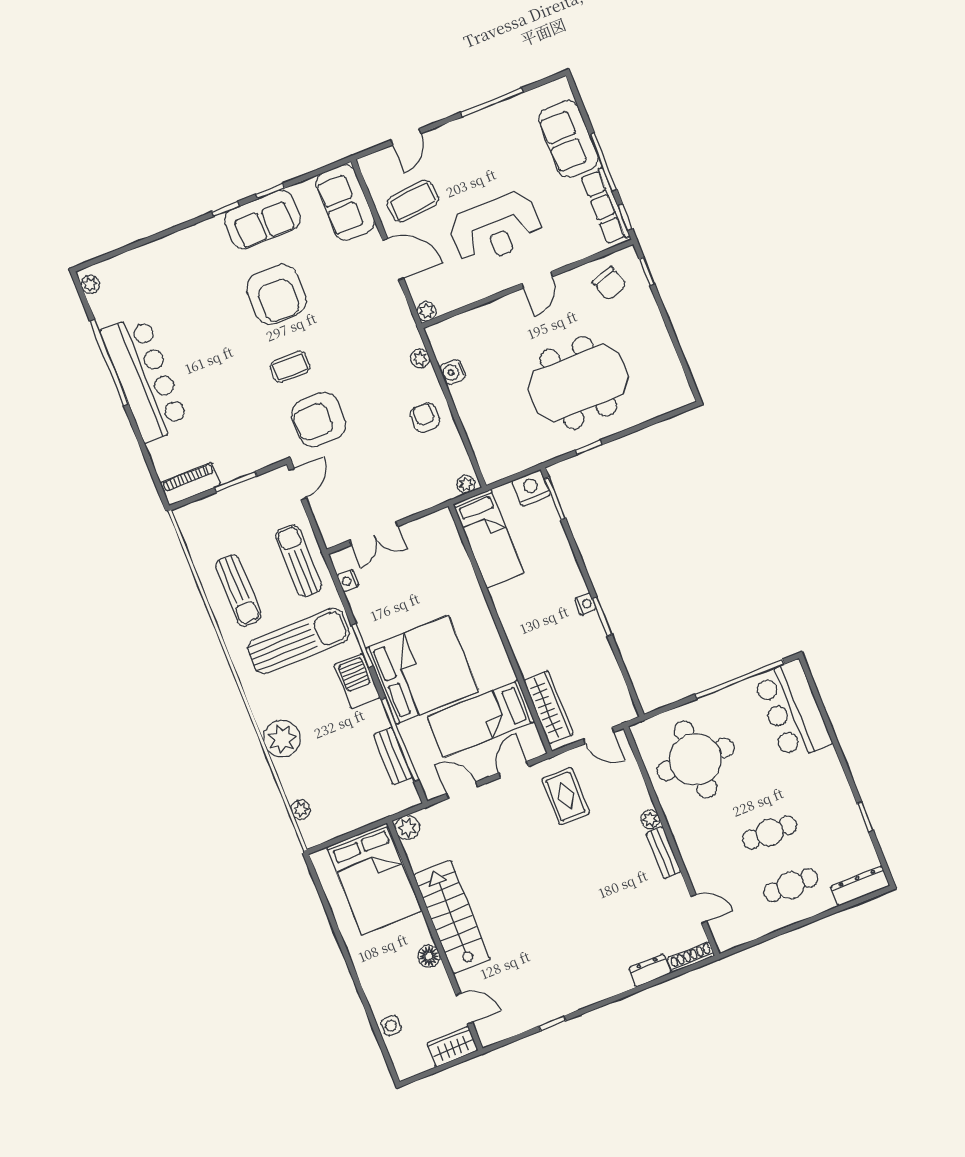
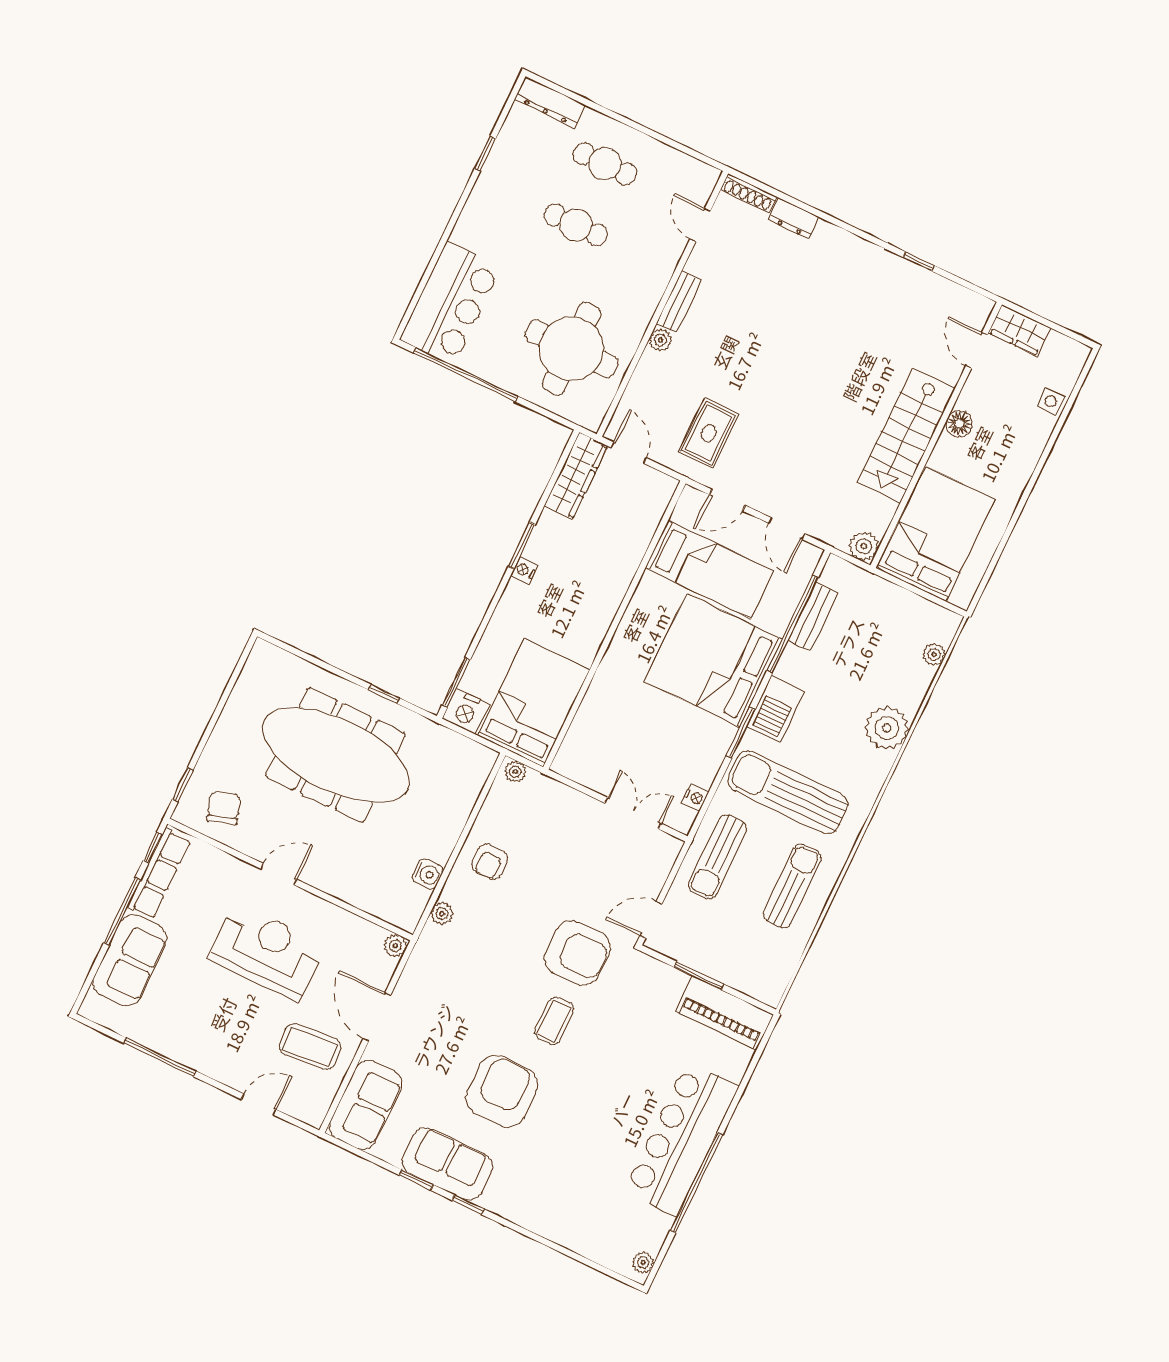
coffee table: (290, 367) -> (554, 1021), turned 90
meeting table: (578, 383) -> (336, 755), width x1.36
piano: (190, 484) -> (724, 1013), width x1.37, depth x1.33
bed: (489, 539) -> (534, 703), width x1.50
wardrobe: (548, 707) -> (576, 476), moved, turned 180

